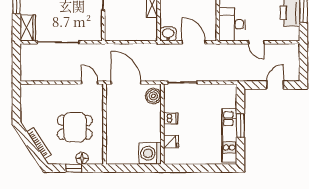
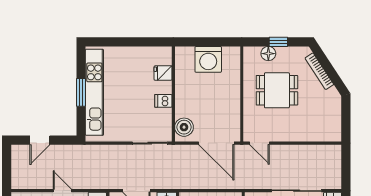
kitchen unit: (229, 135) -> (94, 92), width x1.36
washing machine: (150, 153) -> (208, 59), moved, turned 90

